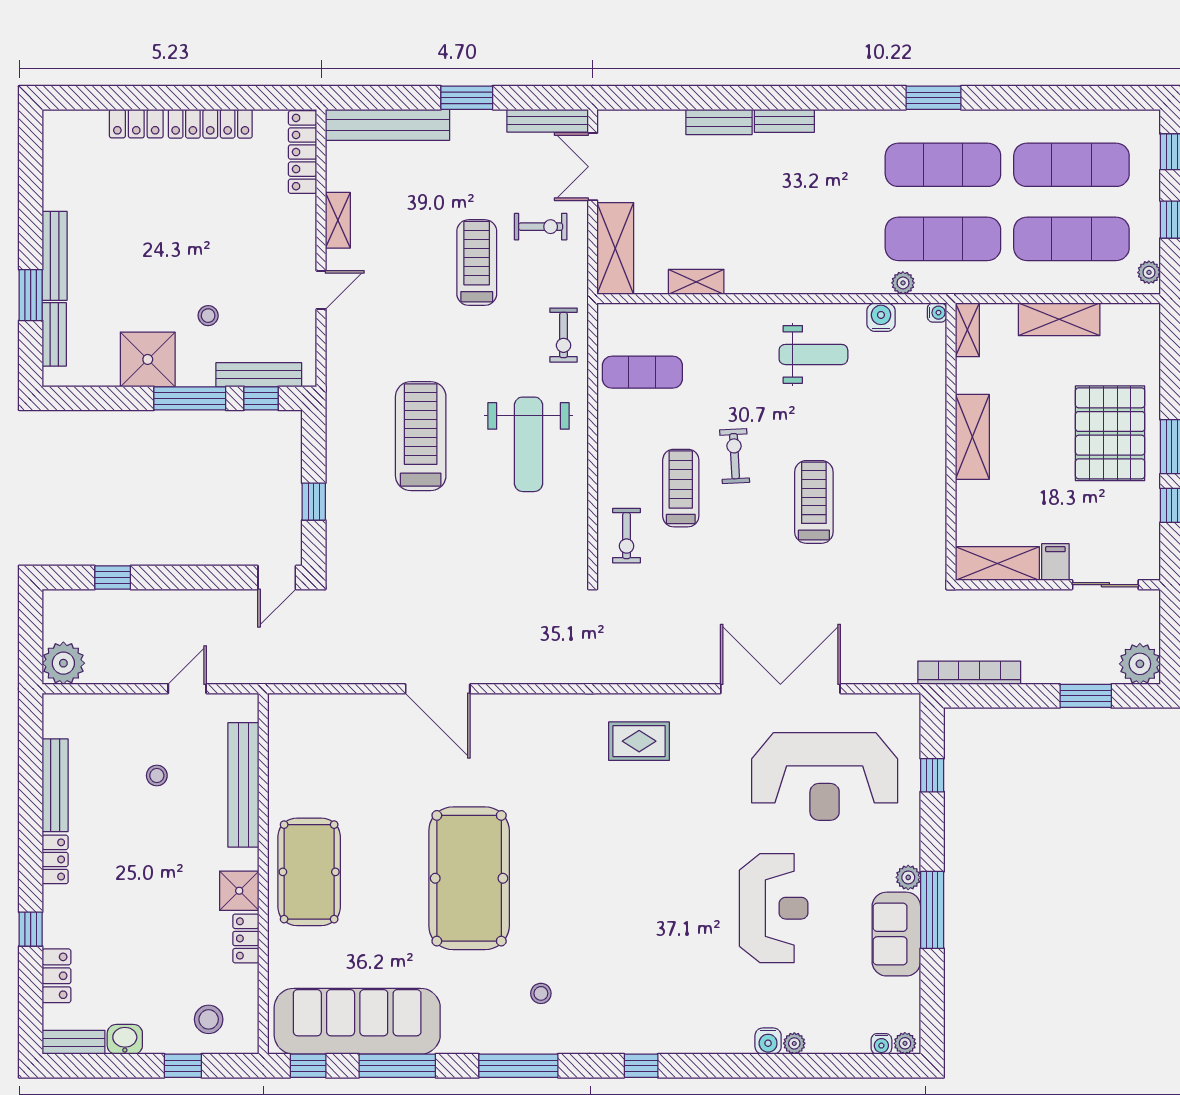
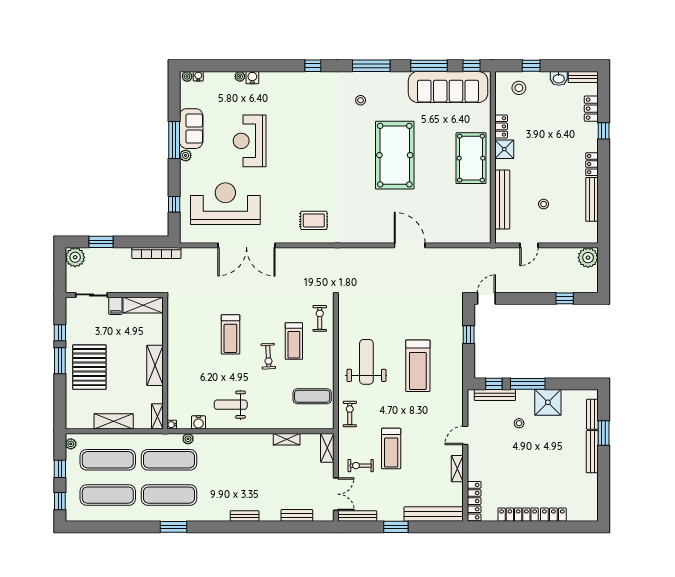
bench: (719, 122) -> (297, 515), moved
shelving: (615, 249) -> (327, 448), width x0.67, depth x0.75

